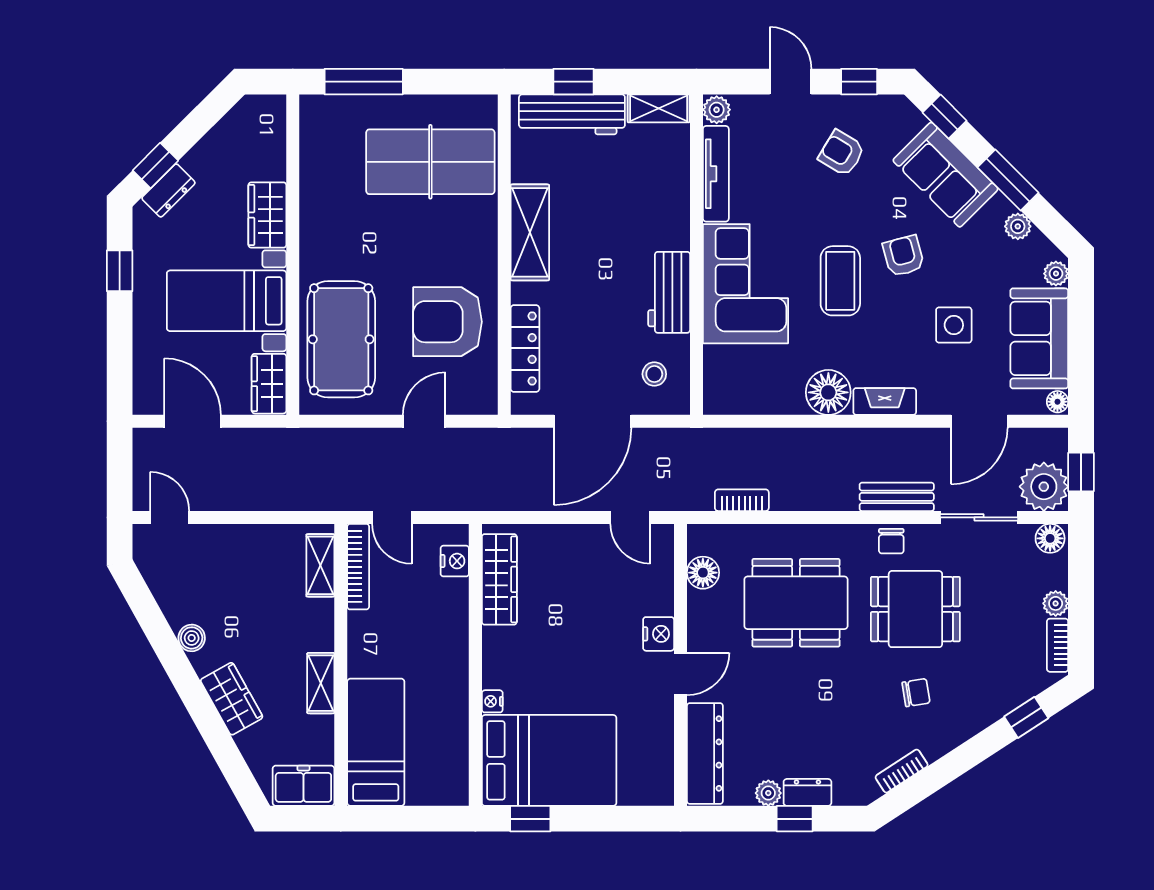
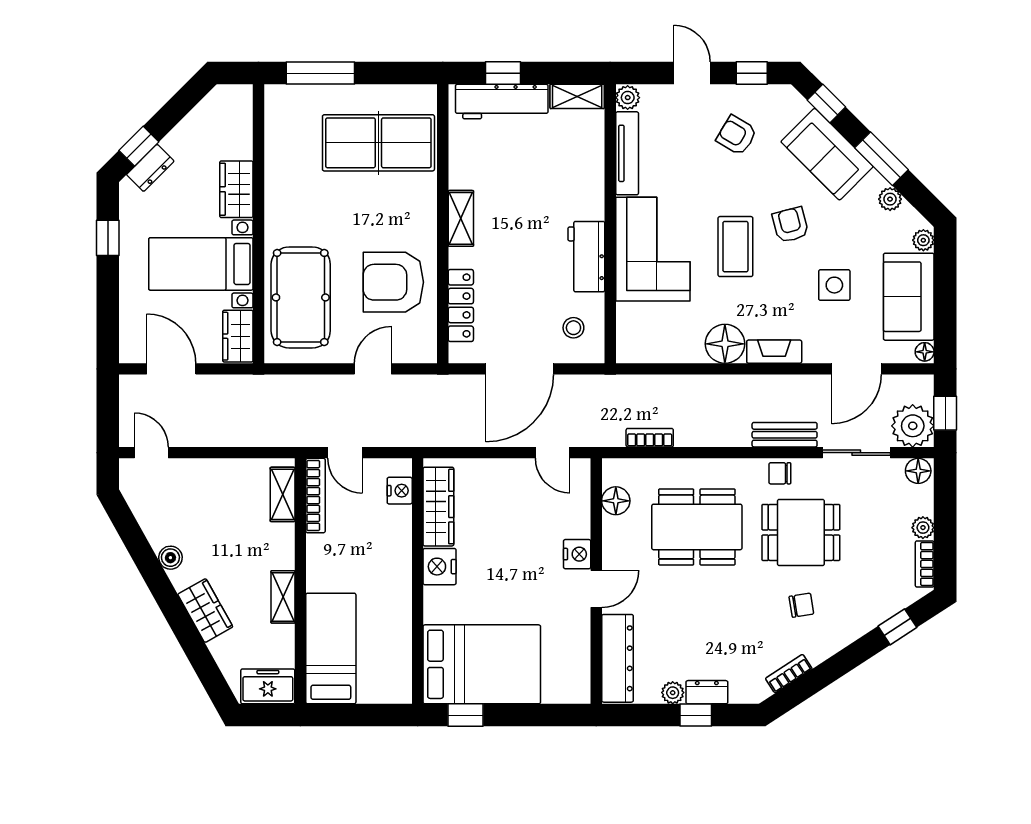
shelving: (530, 232) -> (461, 218), width x0.67, depth x0.75
chair: (891, 541) -> (780, 473), turned 90
nightstand: (492, 701) -> (440, 567), moved, width x1.89, depth x1.79

